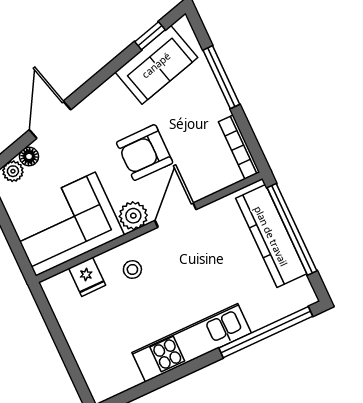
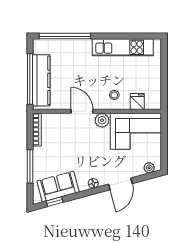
armchair: (145, 153) -> (83, 148), removed
floor lamp: (29, 156) -> (93, 183), moved
door: (176, 215) -> (82, 111), swing flipped
kitchen unit: (192, 343) -> (123, 47), moved

